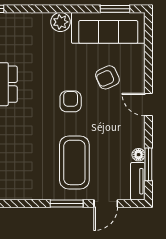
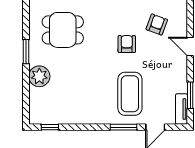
armchair: (107, 77) -> (157, 24), turned 134
floor lamp: (139, 155) -> (182, 87), removed

